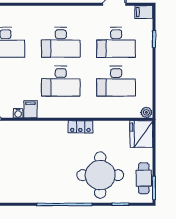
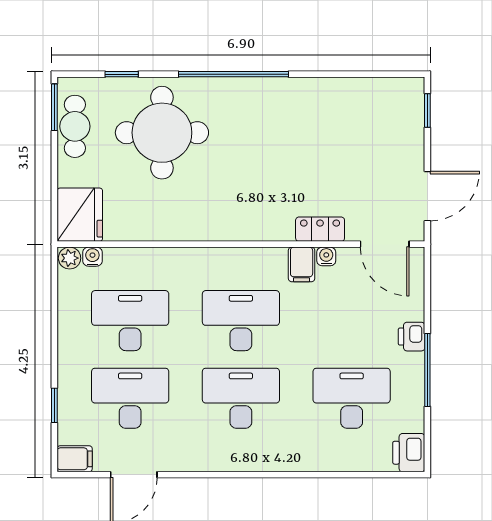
water cooler: (135, 113) -> (92, 257), added
locker: (80, 127) -> (320, 229), moved

